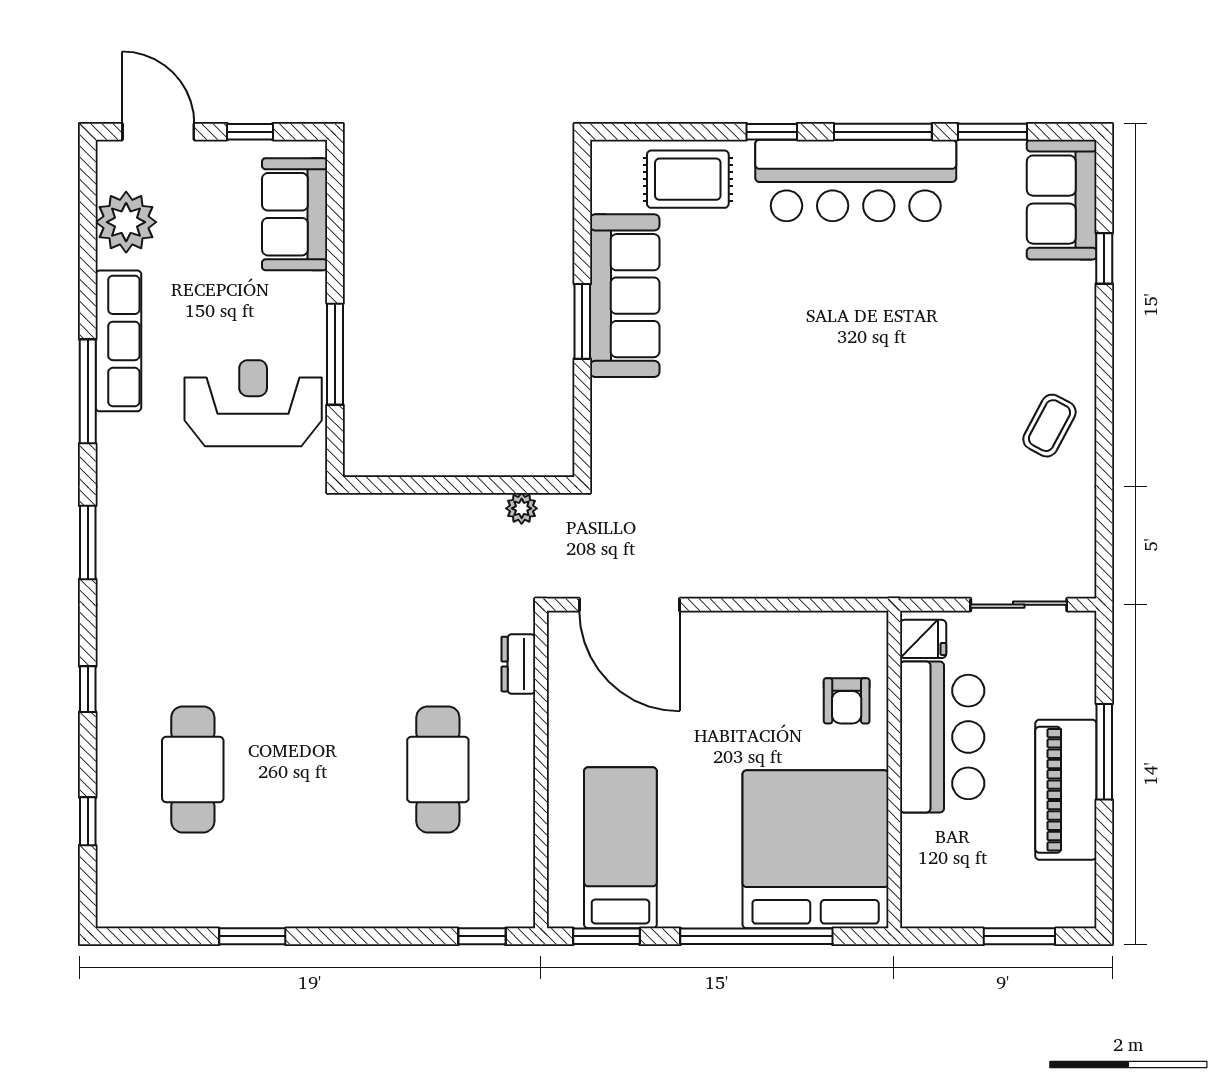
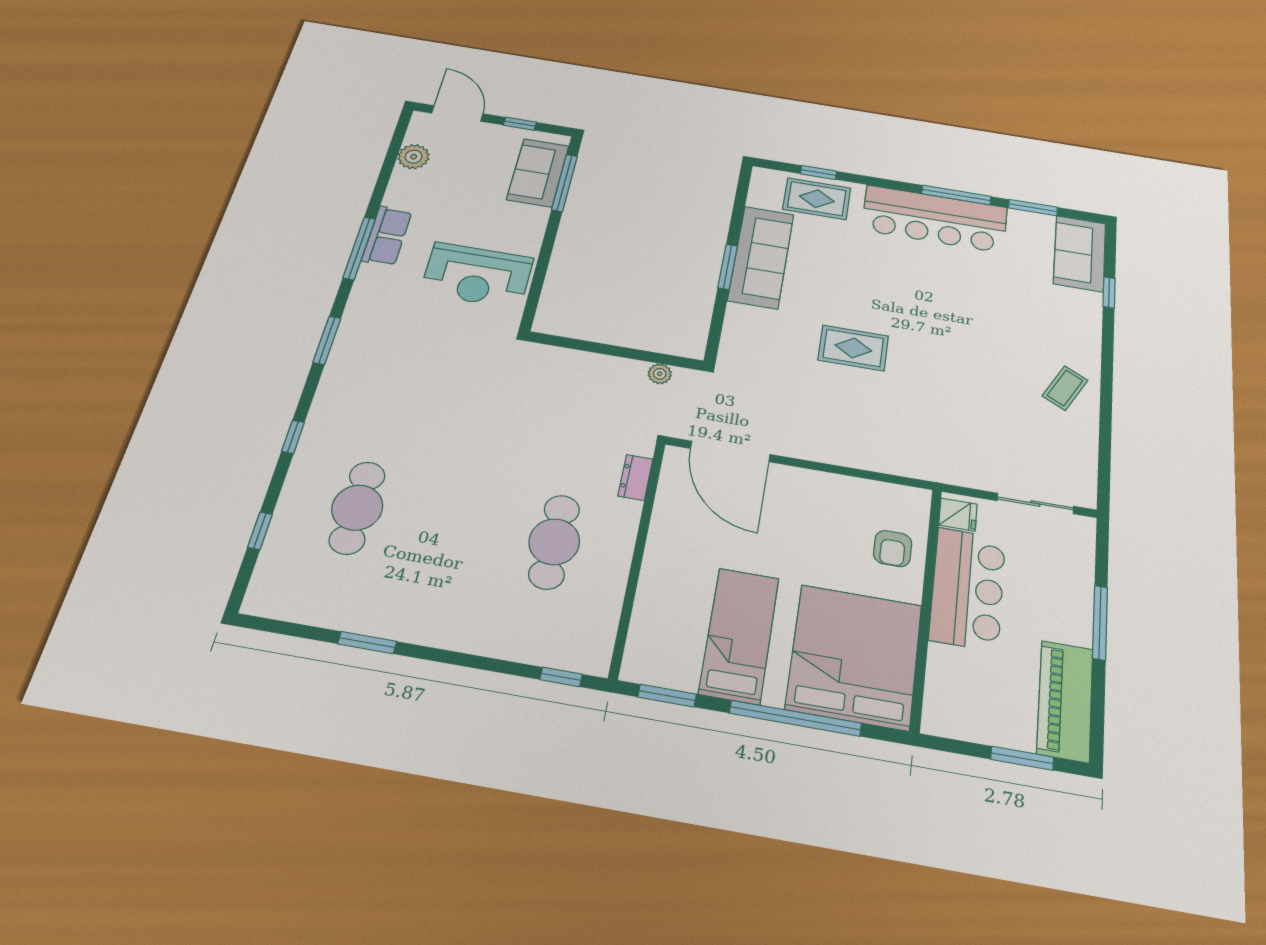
window: (772, 132) -> (818, 172), moved
plant: (126, 222) -> (414, 157), width x0.73, depth x0.73
row of seats: (118, 341) -> (387, 236), width x0.68
window: (335, 354) -> (564, 183), moved
reception desk: (253, 403) -> (477, 275), turned 180
rug: (766, 418) -> (853, 348), added
piano: (1066, 790) -> (1065, 701), moved
bed: (620, 848) -> (739, 635), moved

